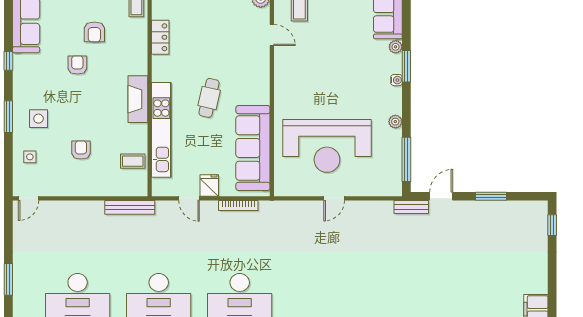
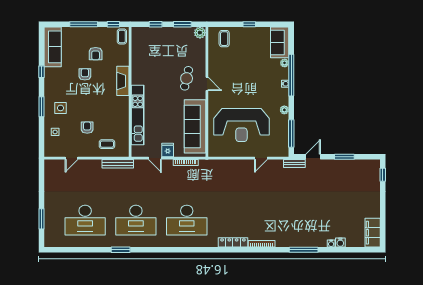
door: (272, 35) -> (207, 84), moved
locker: (160, 37) -> (137, 57), removed
window: (406, 66) -> (291, 75), width x2.11
cafe table: (209, 98) -> (187, 78), moved
fireplace: (138, 99) -> (123, 81), moved
coffee table: (133, 161) -> (107, 144), moved
door: (28, 198) -> (72, 158), moved
door: (334, 198) -> (261, 158), moved
window: (8, 279) -> (42, 219), moved

